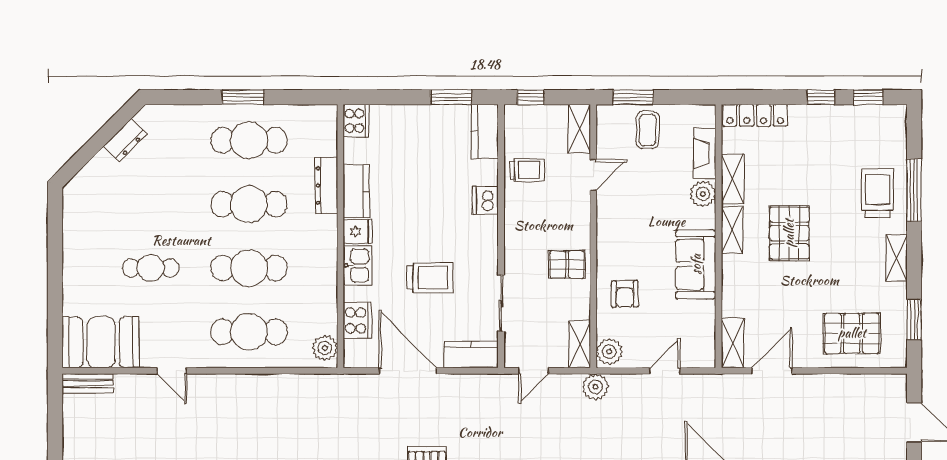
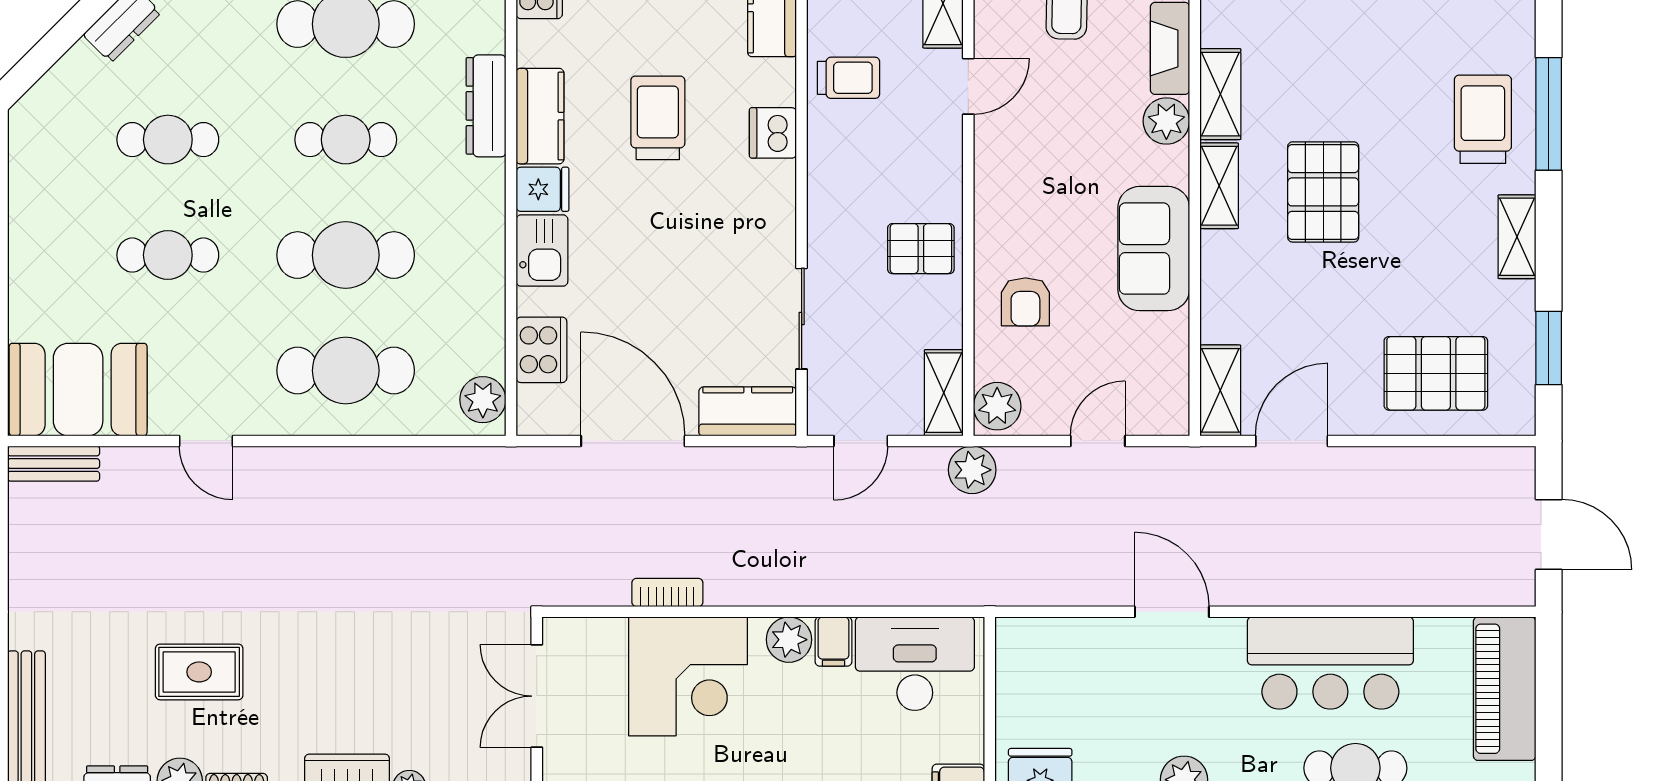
cafe table: (151, 204) -> (168, 140), added
cafe table: (249, 204) -> (346, 140), width x0.73, depth x0.74
trolley: (430, 278) -> (658, 118), moved, turned -90

